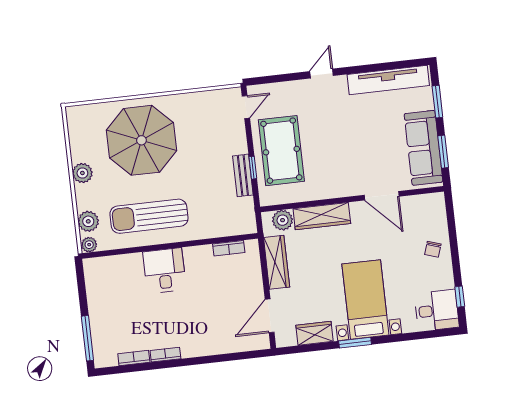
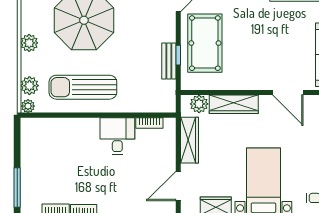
desk: (164, 271) -> (117, 136), moved

